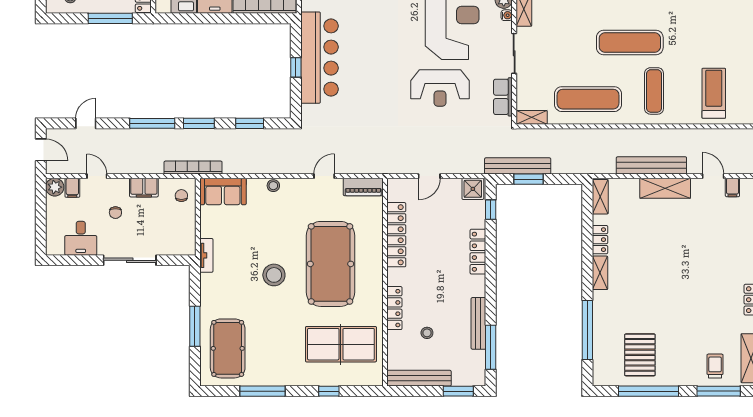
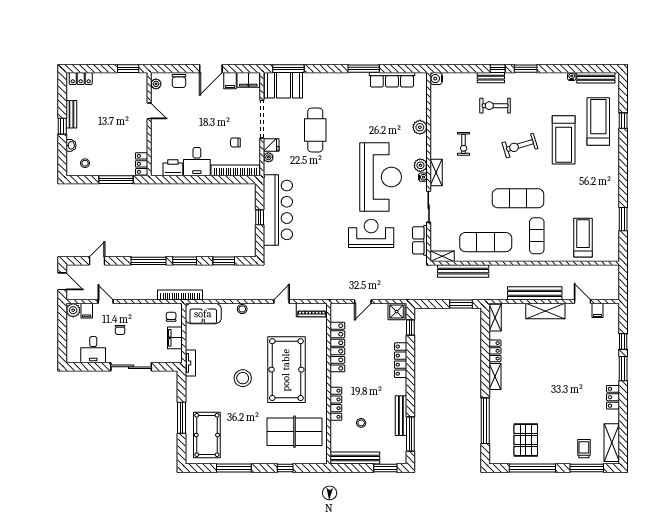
reception desk: (440, 88) -> (371, 233), turned 180
bench: (518, 166) -> (463, 271), moved
window: (529, 179) -> (461, 304), moved
filing cabinet: (144, 188) -> (175, 338), moved, turned 90

